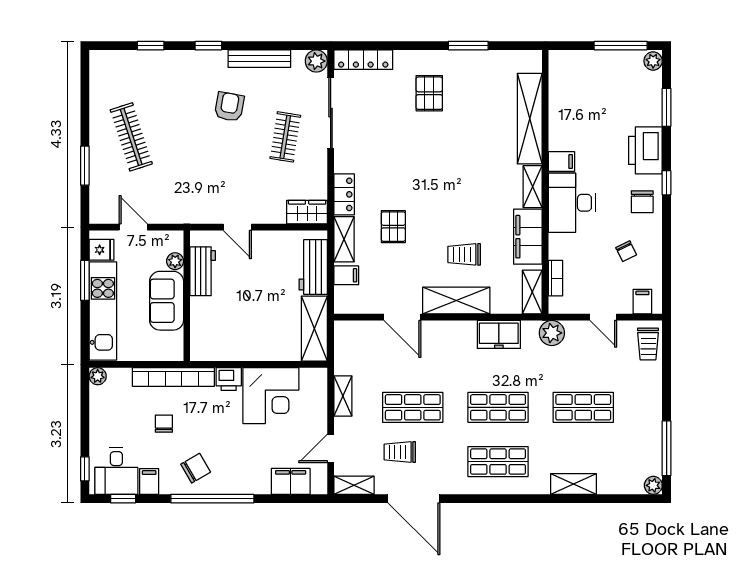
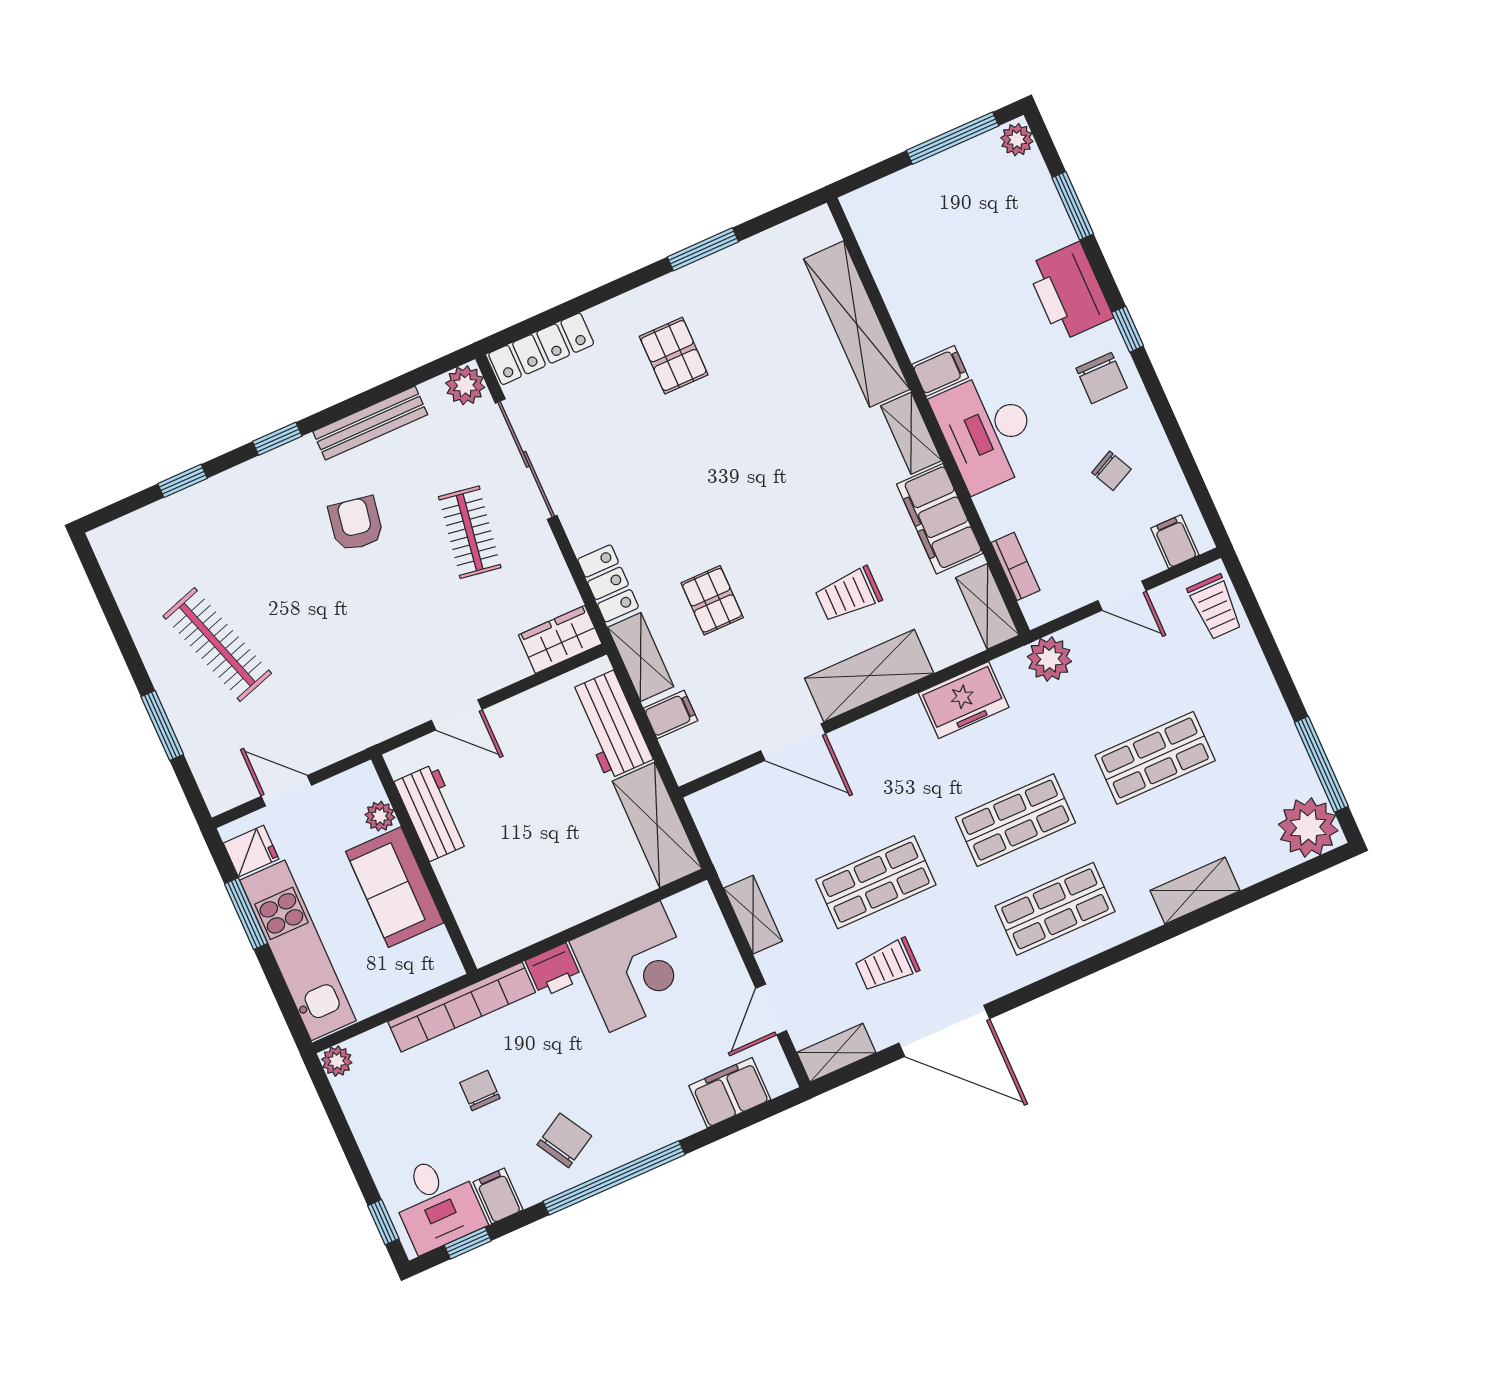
plant: (653, 485) -> (1308, 827), width x1.87, depth x1.87

